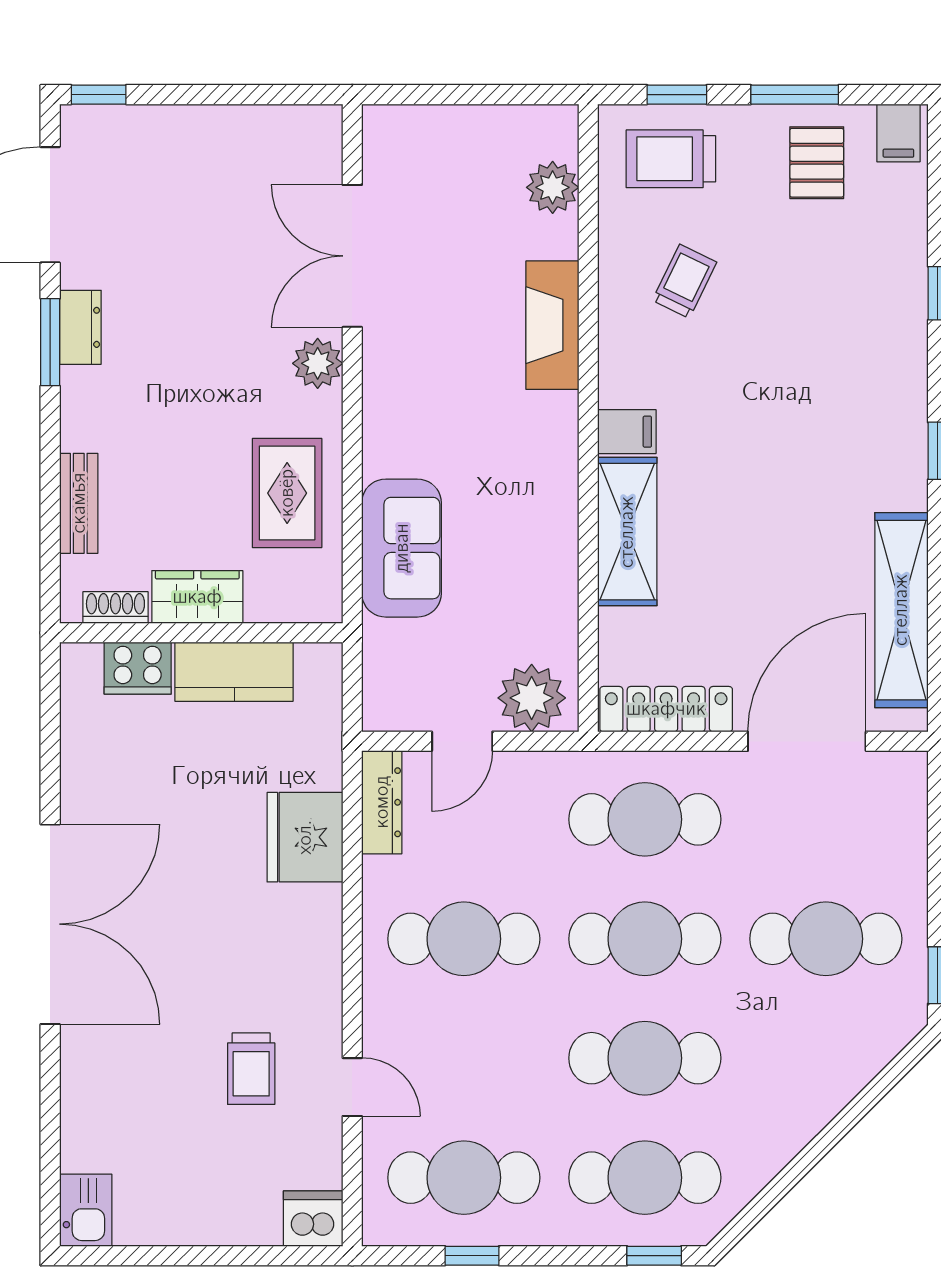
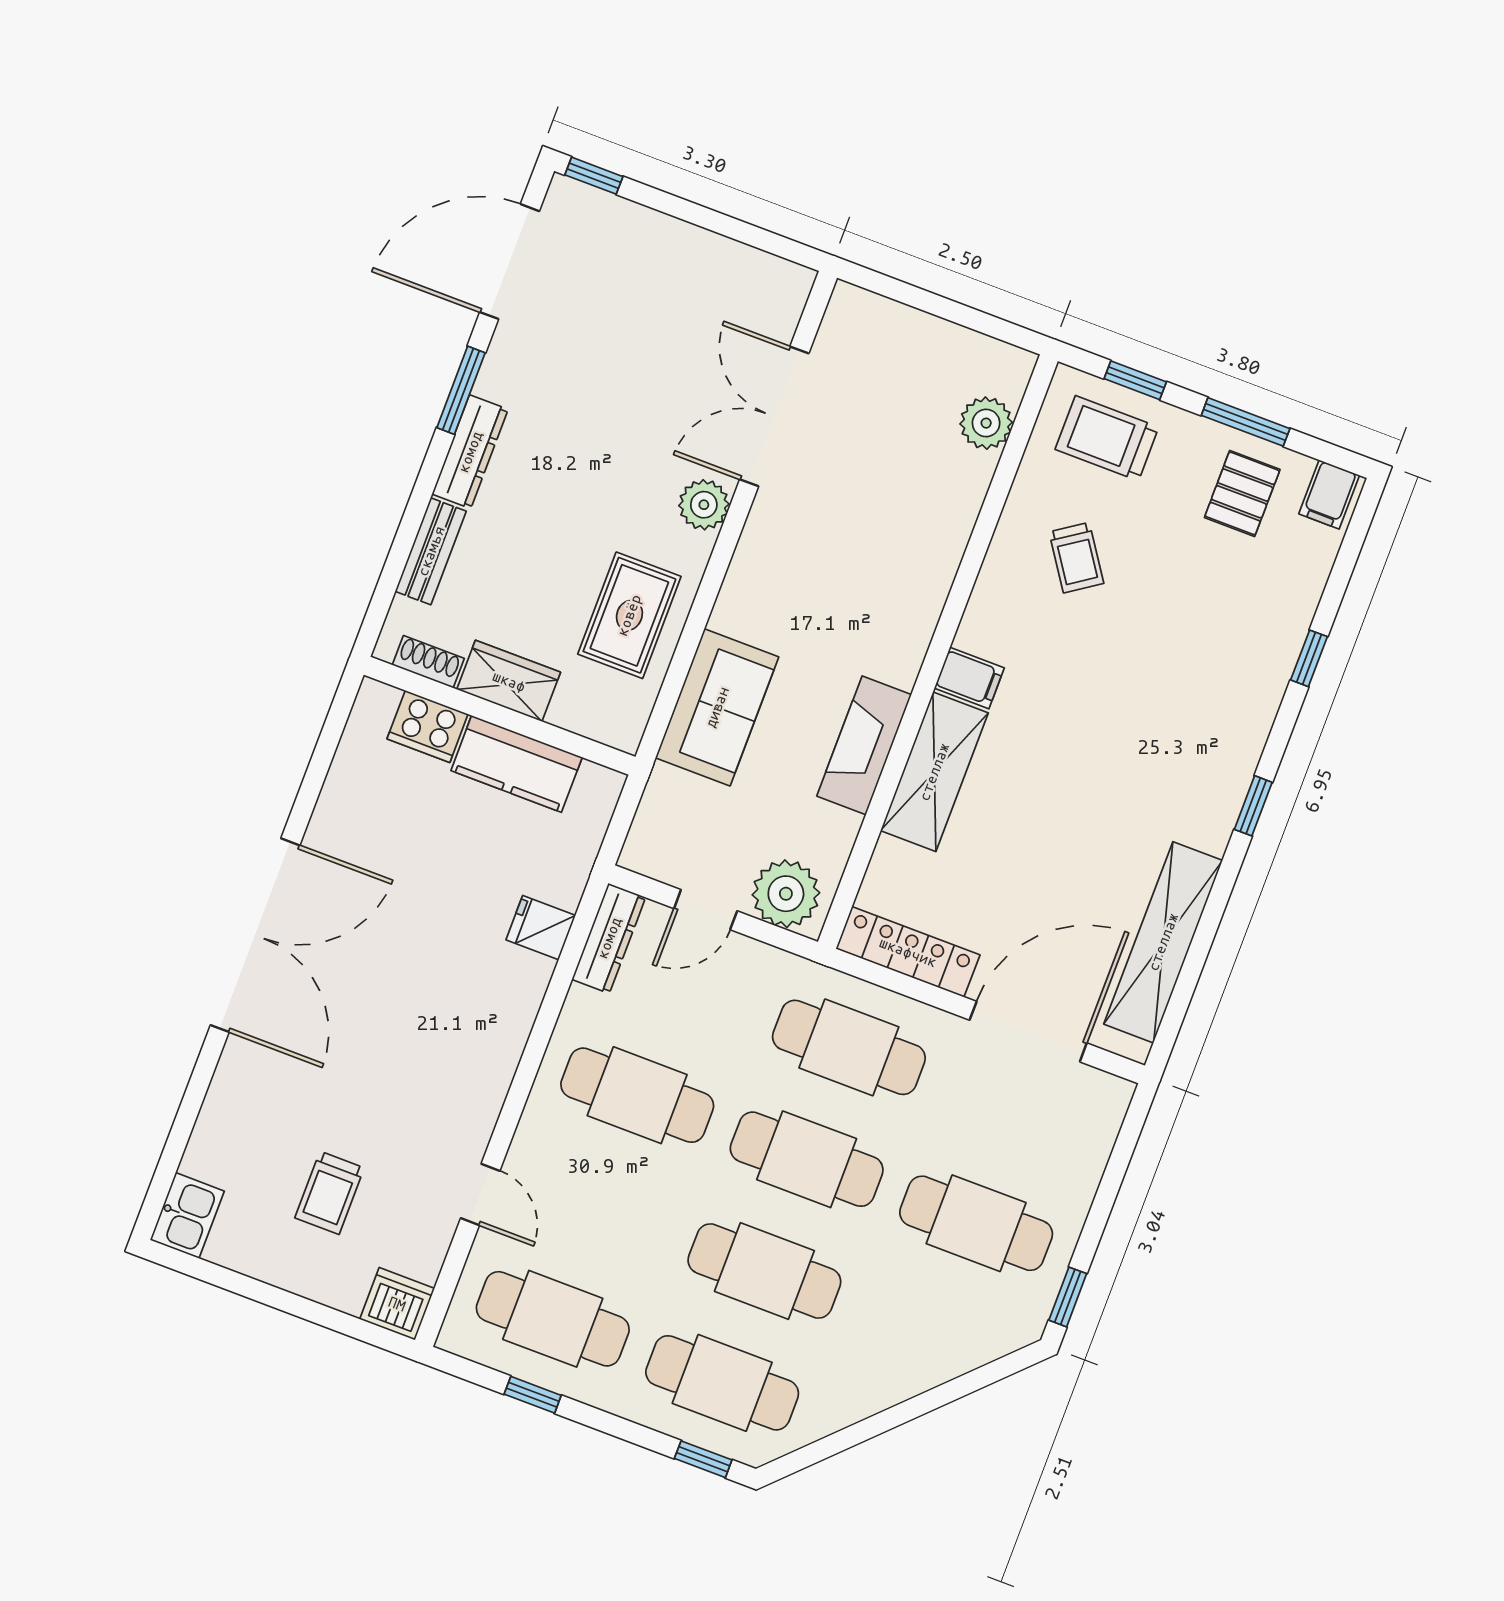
trolley: (684, 281) -> (1076, 558), turned 120
fireplace: (552, 325) -> (864, 745), moved
dresser: (80, 327) -> (470, 452), moved, width x1.44
fridge: (305, 837) -> (541, 928), width x0.53, depth x0.75
trolley: (251, 1069) -> (330, 1193), moved

